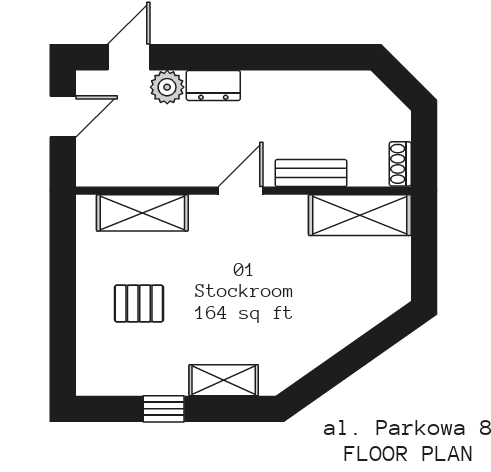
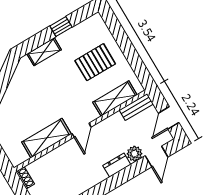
bench: (311, 173) -> (136, 107), moved
shelving: (360, 215) -> (46, 138), moved
pallet: (139, 304) -> (95, 62), width x1.50, depth x1.42

